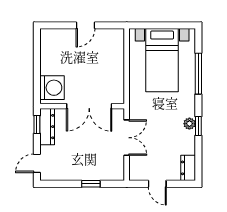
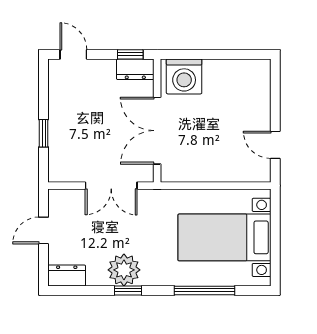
door: (85, 25) -> (275, 145), moved
plant: (189, 124) -> (124, 270), width x1.87, depth x1.87
dresser: (47, 127) -> (135, 69), width x0.70

